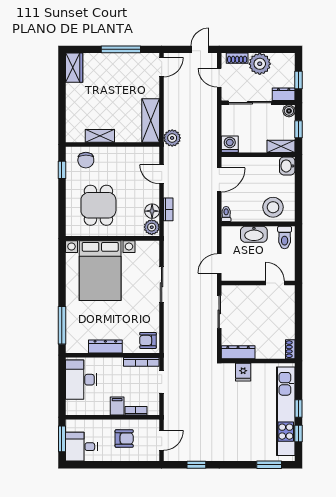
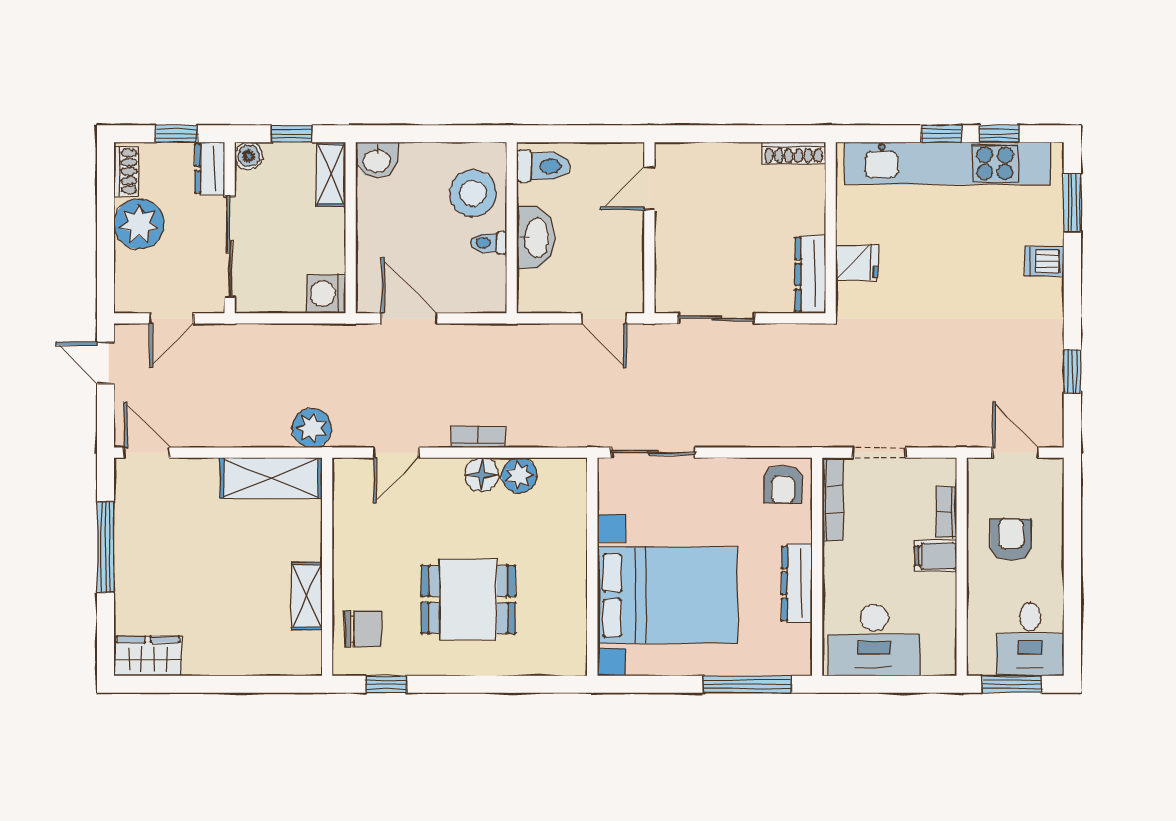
shoe rack: (237, 58) -> (126, 171), moved
toilet: (226, 214) -> (489, 243), moved
wall: (112, 238) -> (592, 567), moved
bed with nightstands: (100, 271) -> (667, 595), moved
shoe rack: (290, 349) -> (794, 153), width x1.43
dishwasher: (244, 453) -> (1044, 261), added

